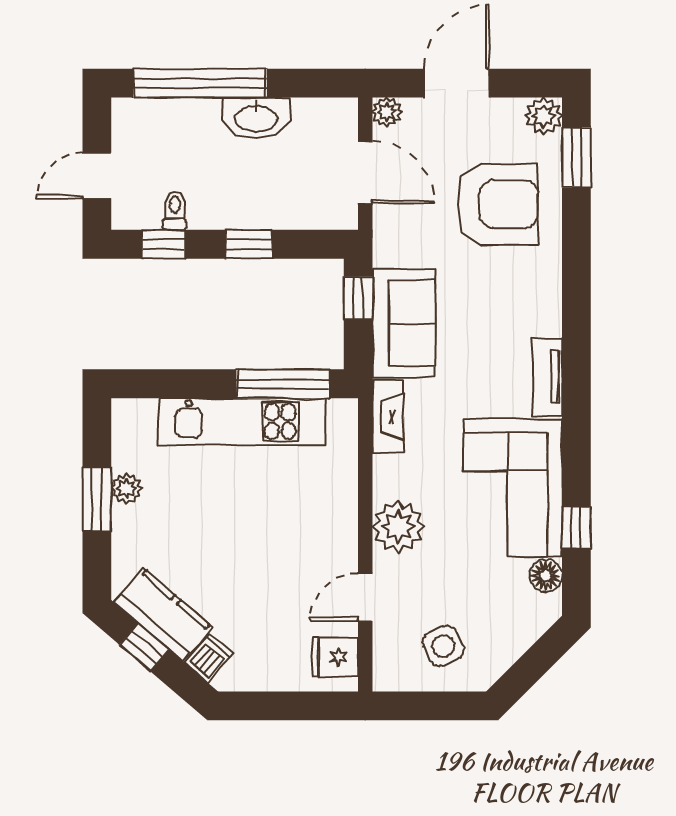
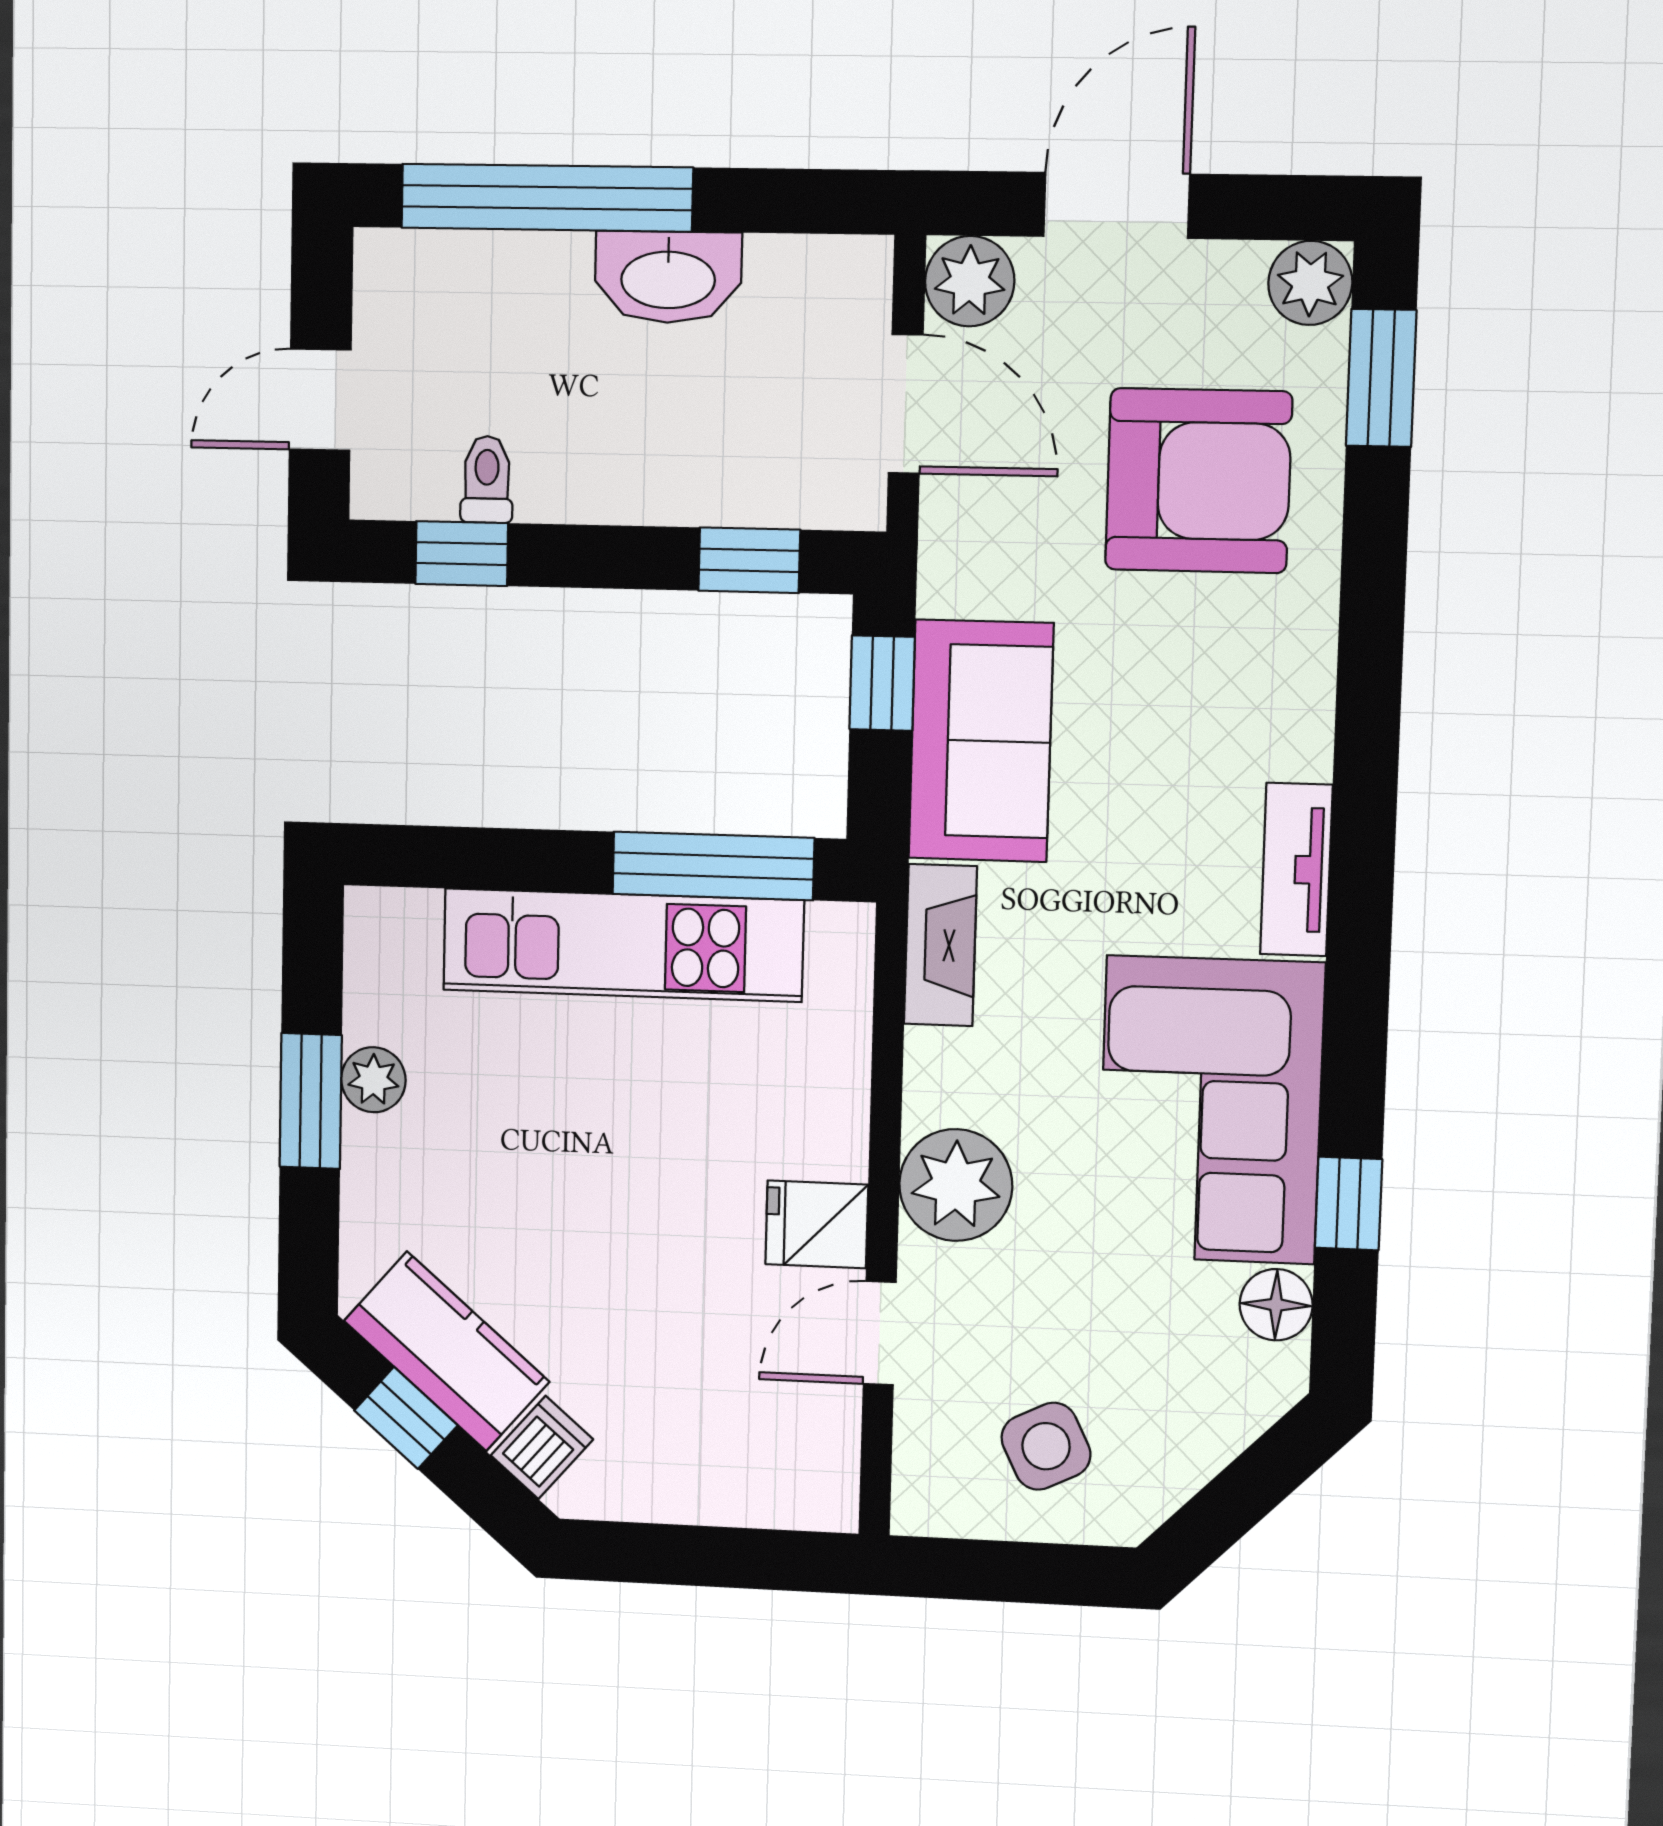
plant: (387, 112) -> (970, 281), width x1.38, depth x1.38
window: (249, 244) -> (749, 560), moved
fridge: (335, 657) -> (817, 1224), moved

